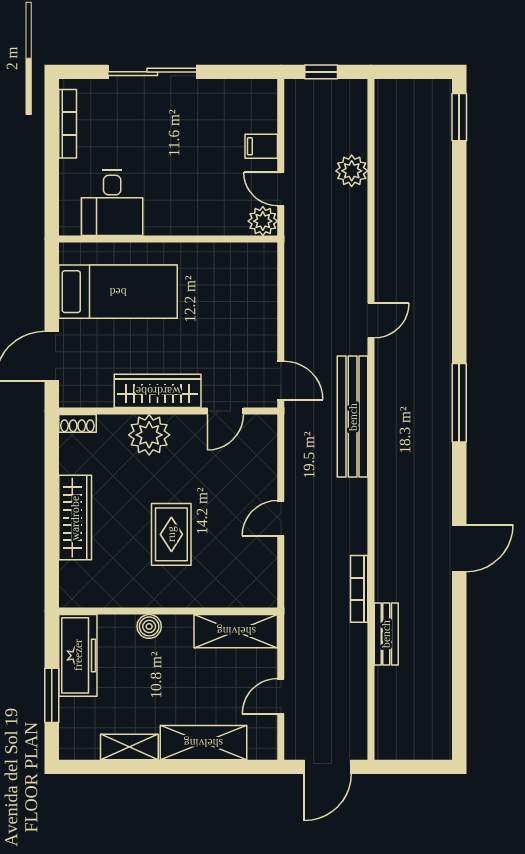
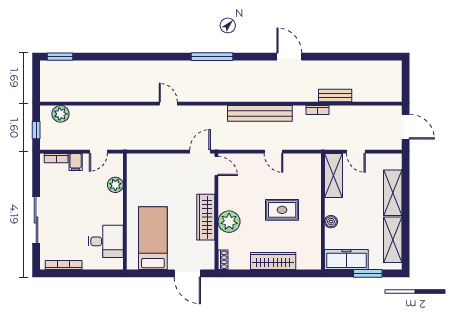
bookcase: (269, 110) -> (56, 158), added
plant: (352, 171) -> (61, 114), moved
plant: (263, 221) -> (115, 185), moved
door: (225, 411) -> (216, 166), moved
bench: (353, 417) -> (260, 113), moved
bookcase: (359, 589) -> (317, 110), width x0.64
door: (281, 696) -> (356, 152), moved
shelving: (129, 747) -> (393, 240), width x1.50, depth x1.33

